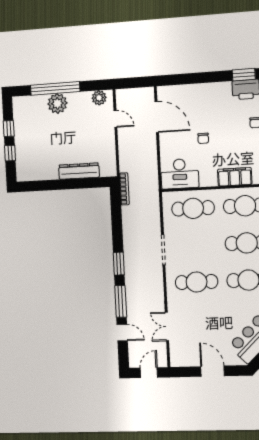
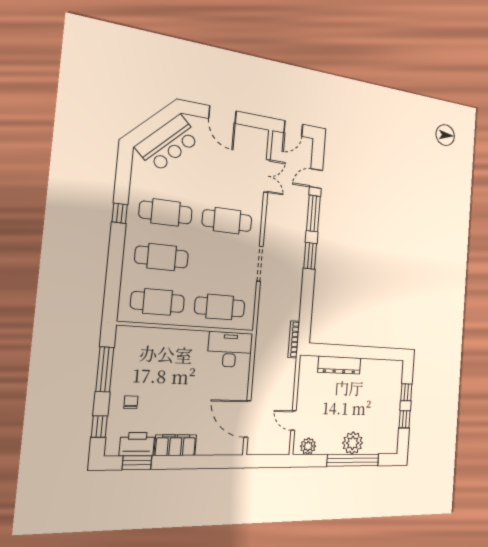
chair: (203, 138) -> (197, 389), removed
filing cabinet: (235, 177) -> (175, 445), moved, turned 180
door: (122, 333) -> (316, 179), hinge flipped

